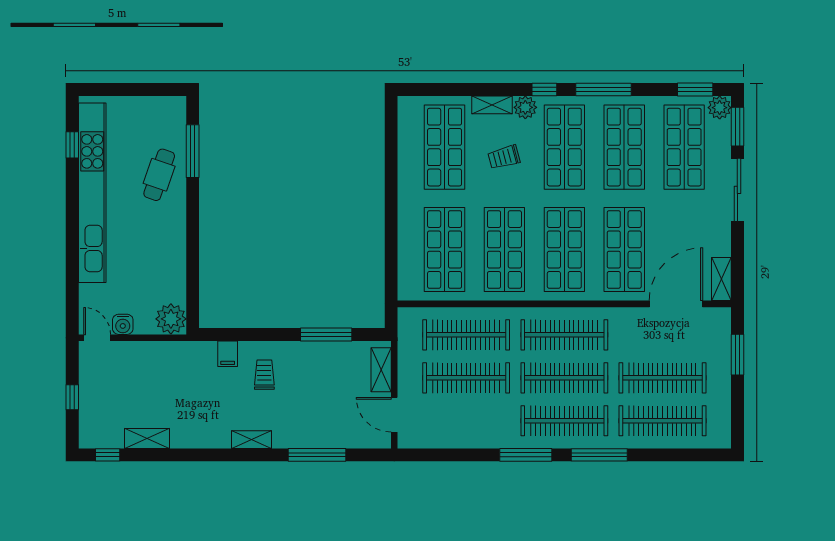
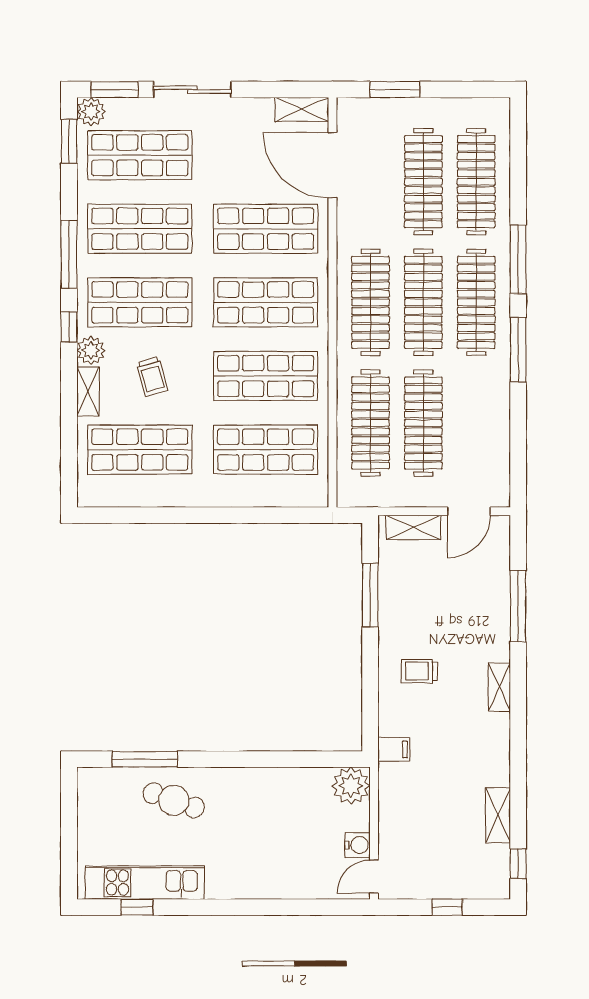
kitchen unit: (92, 193) -> (145, 883), width x0.54
filing cabinet: (228, 354) -> (394, 749), moved

